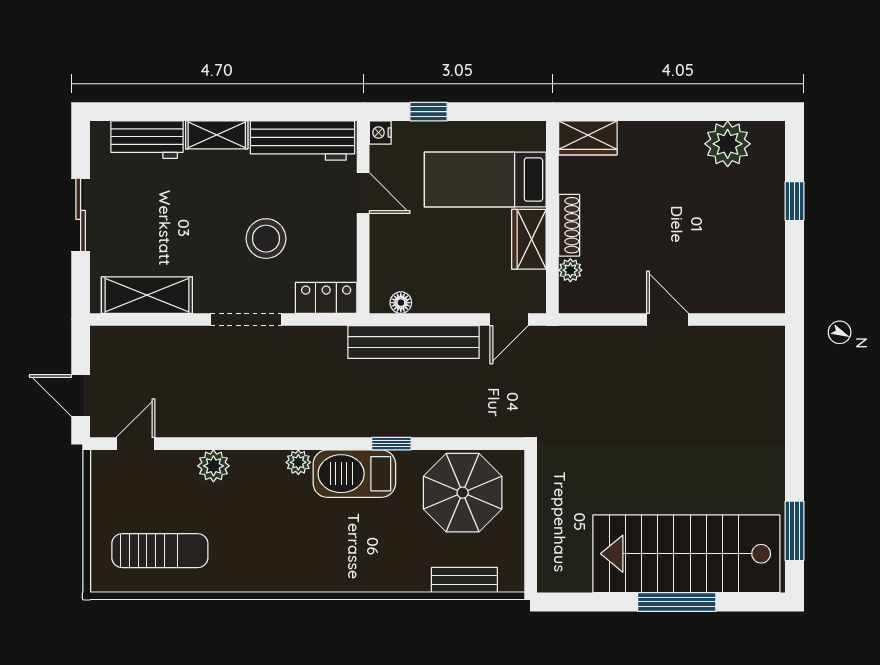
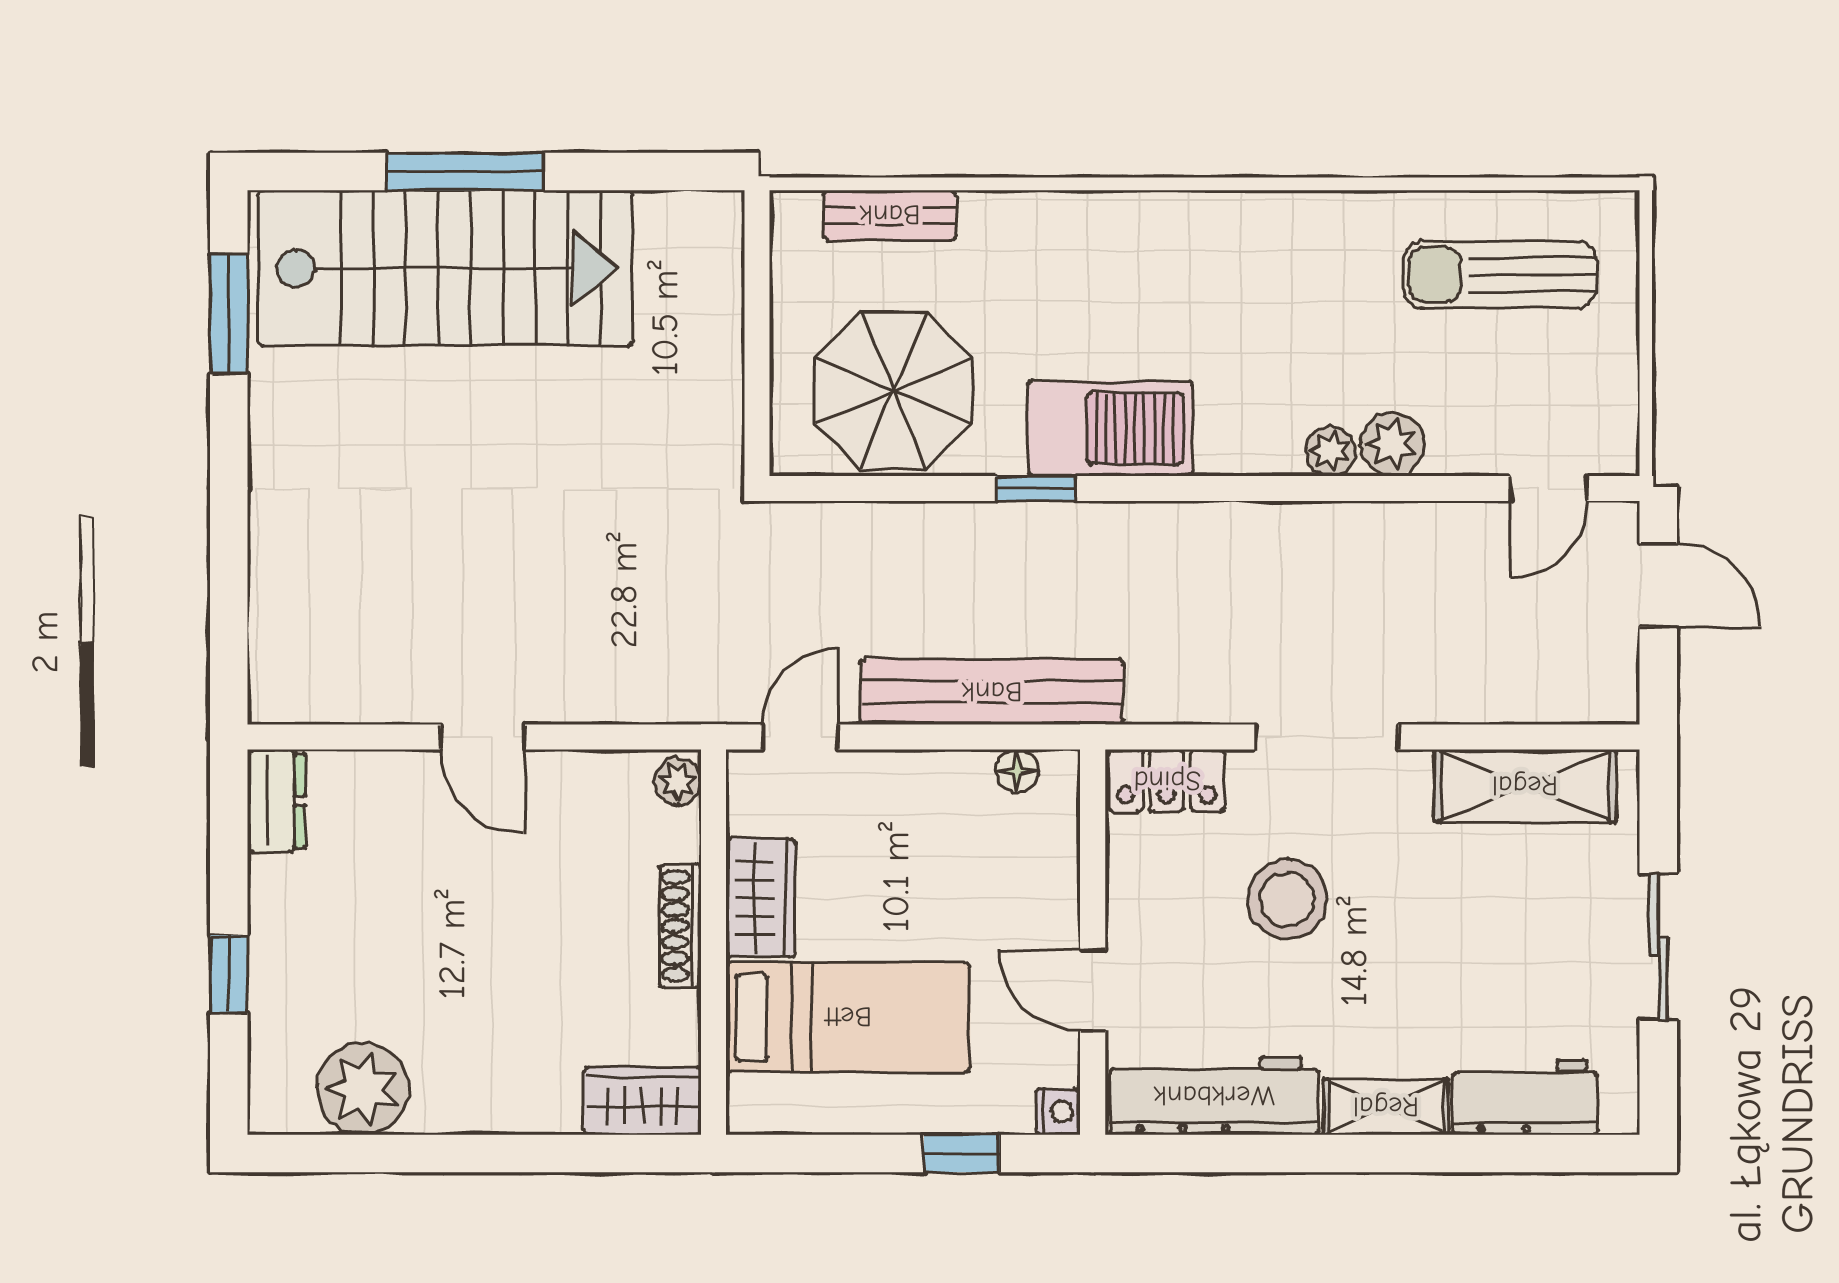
plant: (570, 270) -> (678, 782), moved
dresser: (771, 288) -> (276, 801), added
plant: (298, 462) -> (1330, 451), moved

